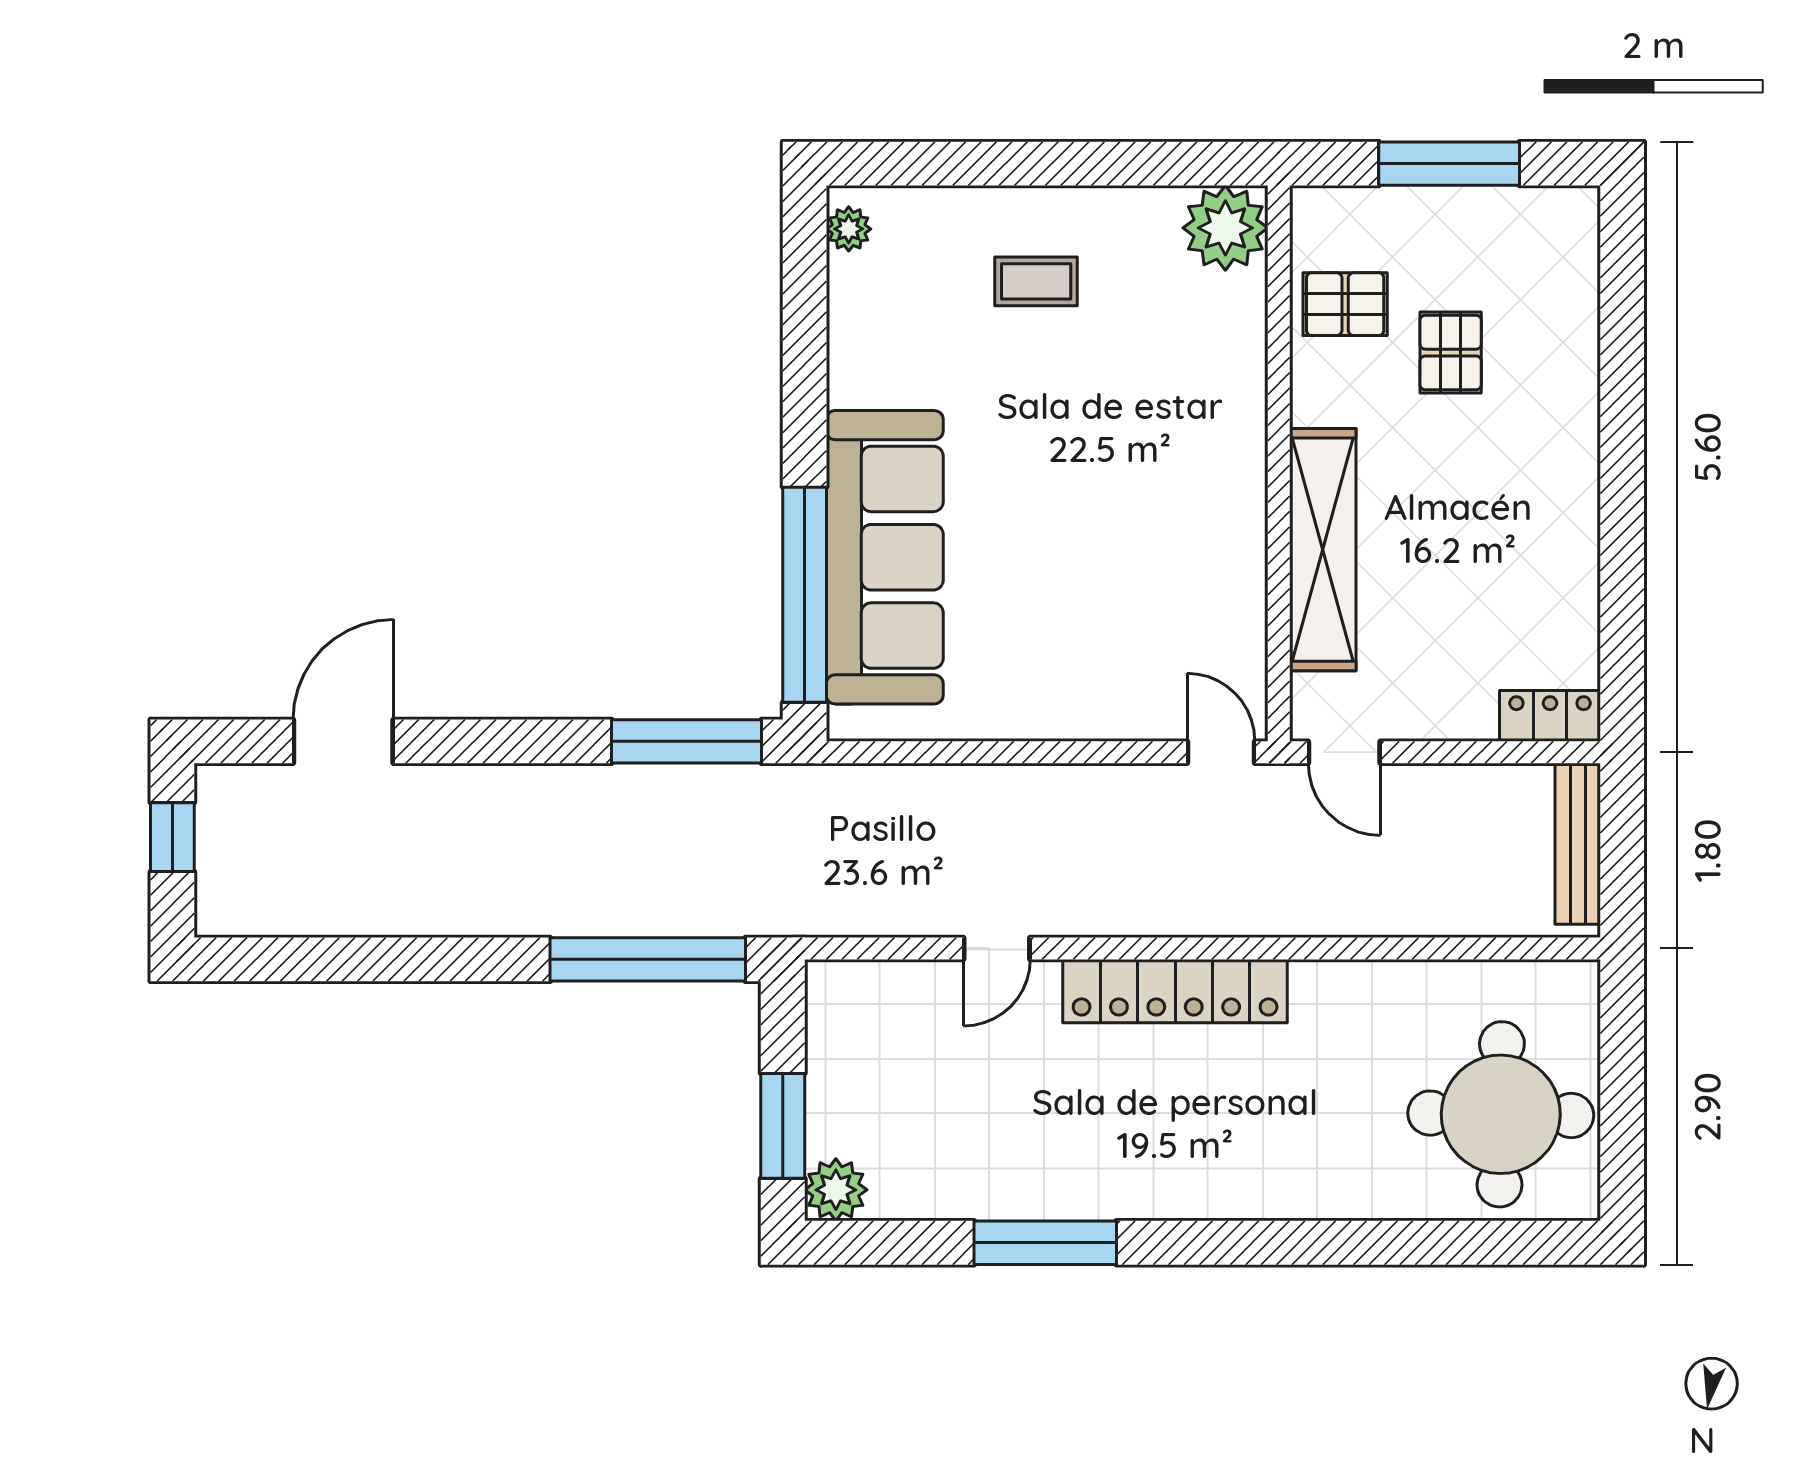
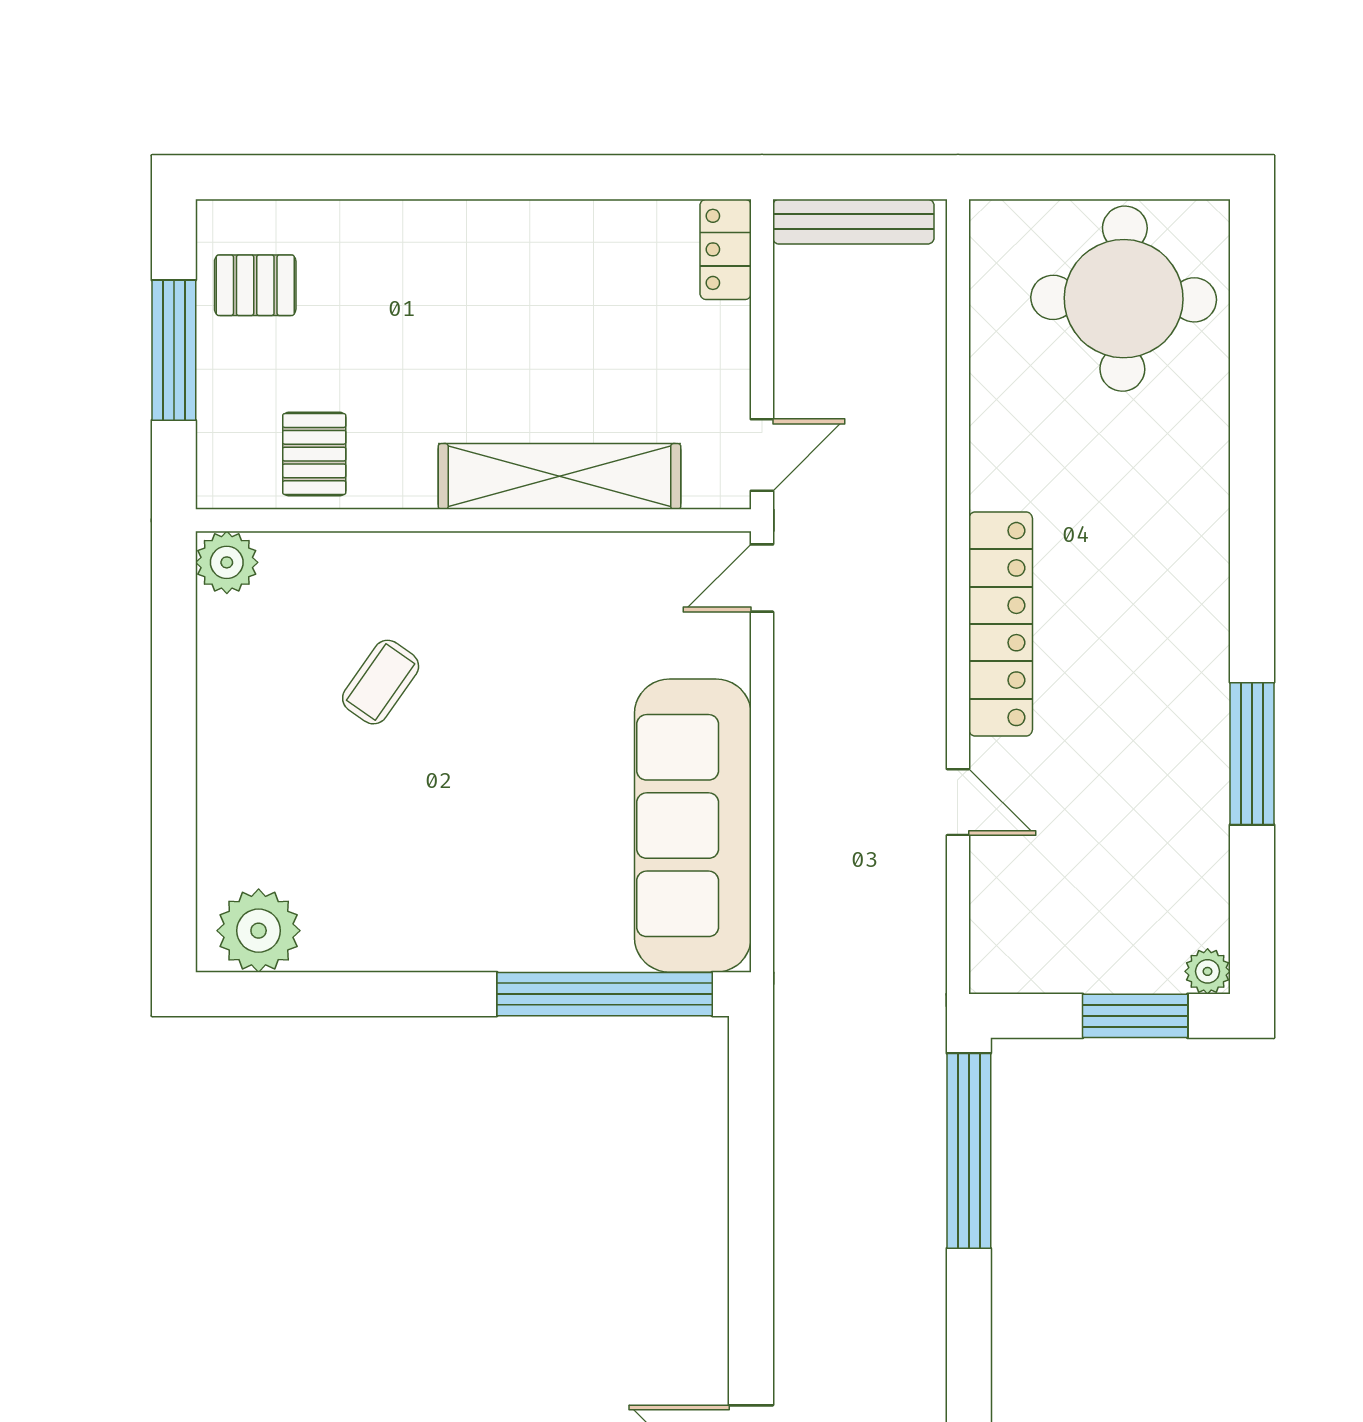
plant: (1225, 228) -> (227, 562), width x0.73, depth x0.73
plant: (849, 229) -> (259, 931), width x1.87, depth x1.87
coffee table: (1036, 281) -> (381, 682), moved, turned 35
pallet: (1451, 353) -> (255, 285), moved
sofa: (885, 557) -> (693, 826), moved, turned -90
window: (687, 741) -> (751, 1112), removed
plant: (836, 1190) -> (1208, 971), width x0.73, depth x0.73

